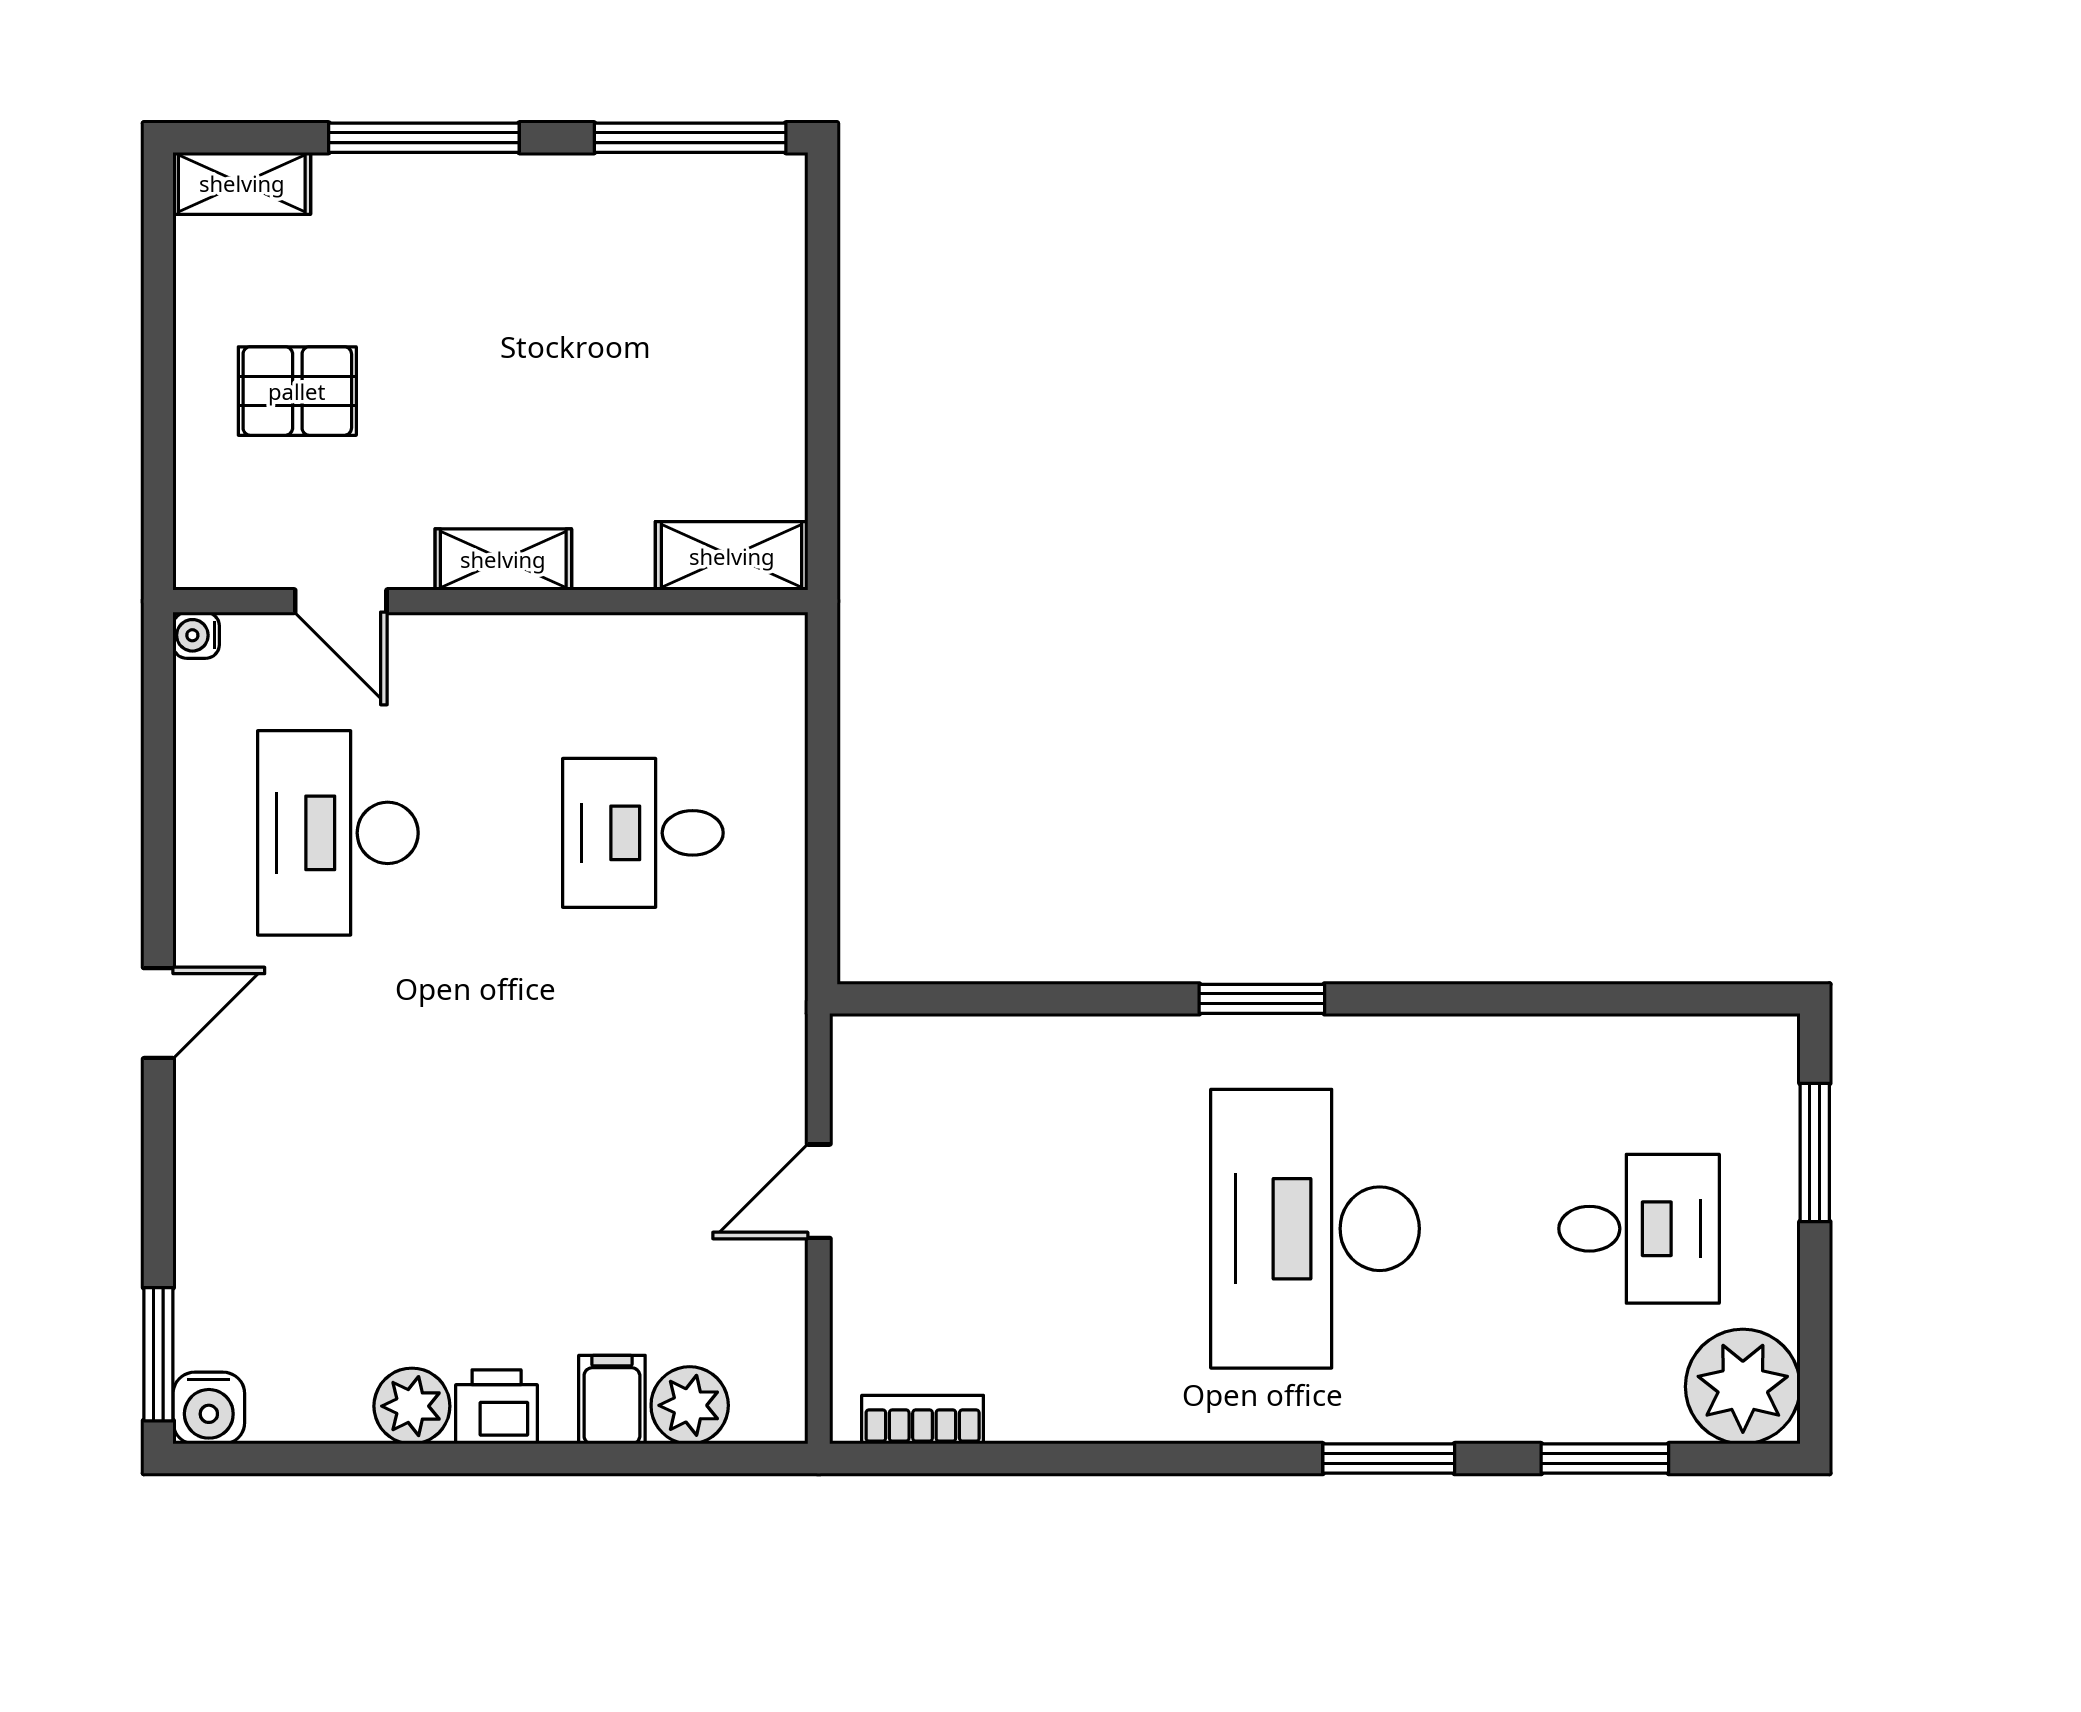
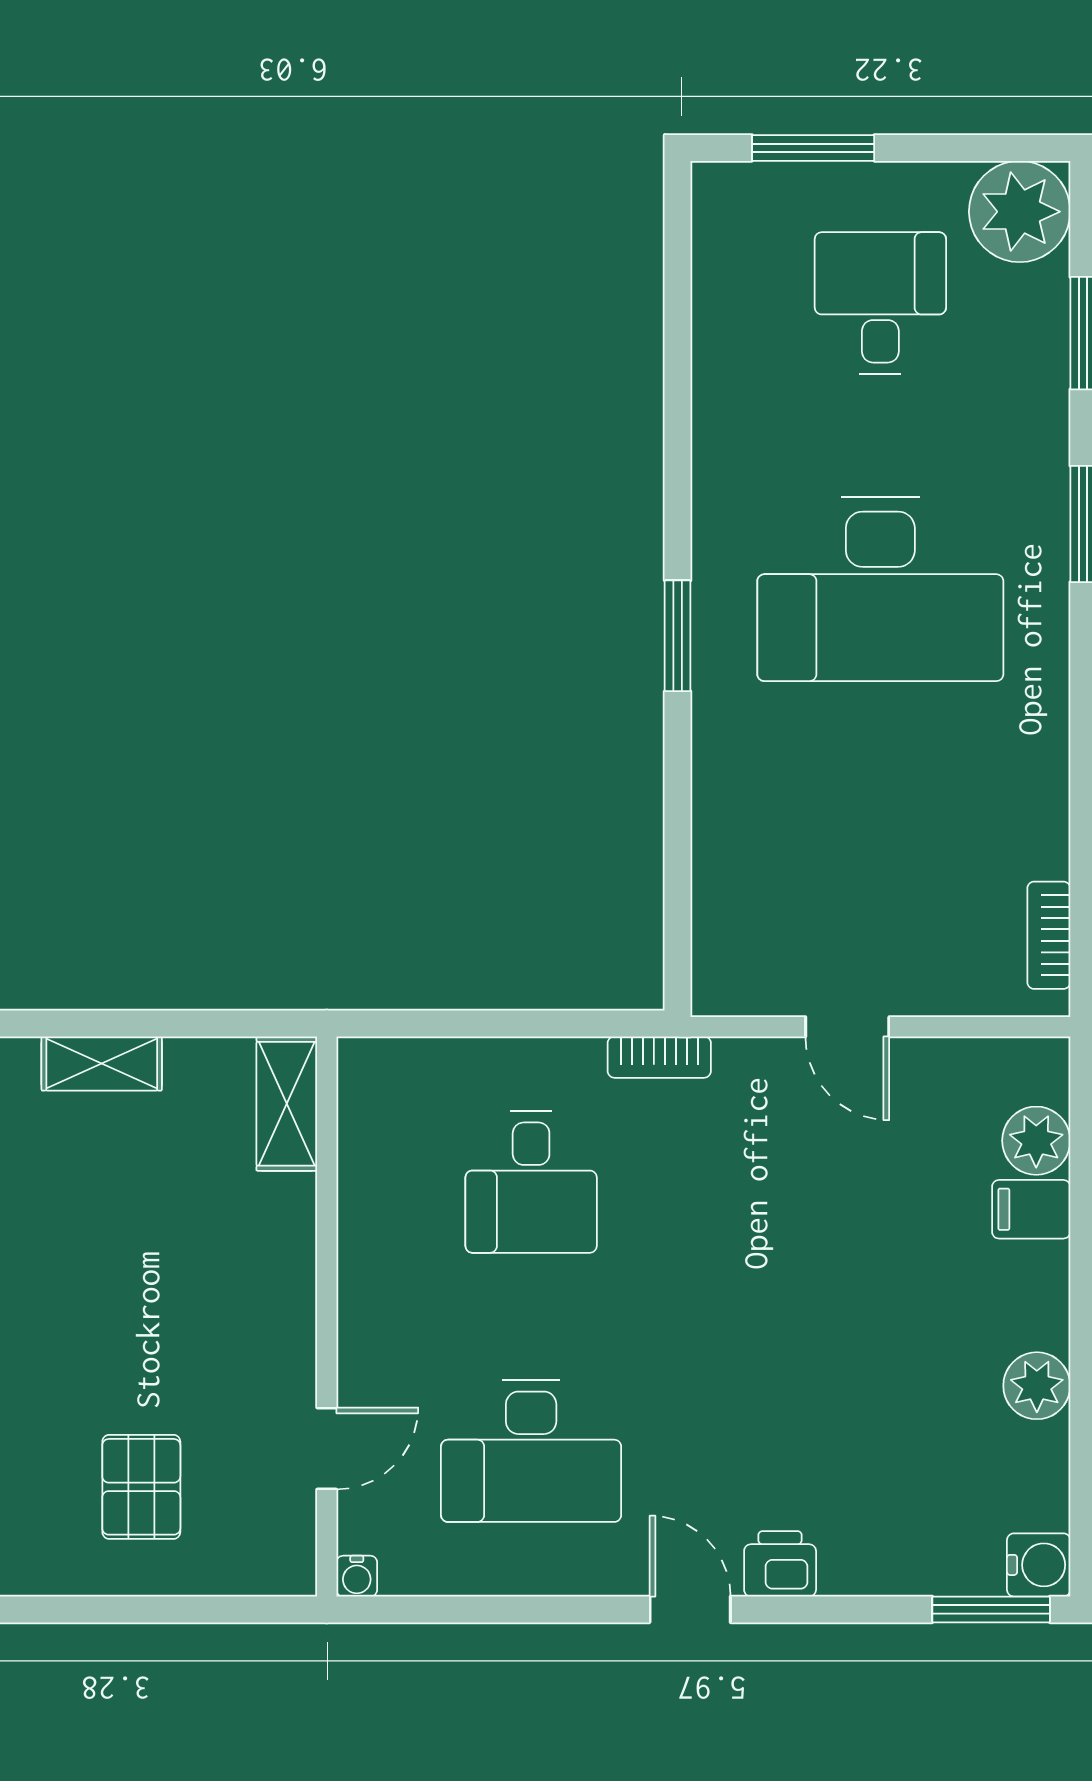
shelving: (503, 559) -> (102, 1064), moved, turned 90
bookcase: (784, 978) -> (659, 1057), added
printer: (497, 1407) -> (780, 1564), moved, turned 90

